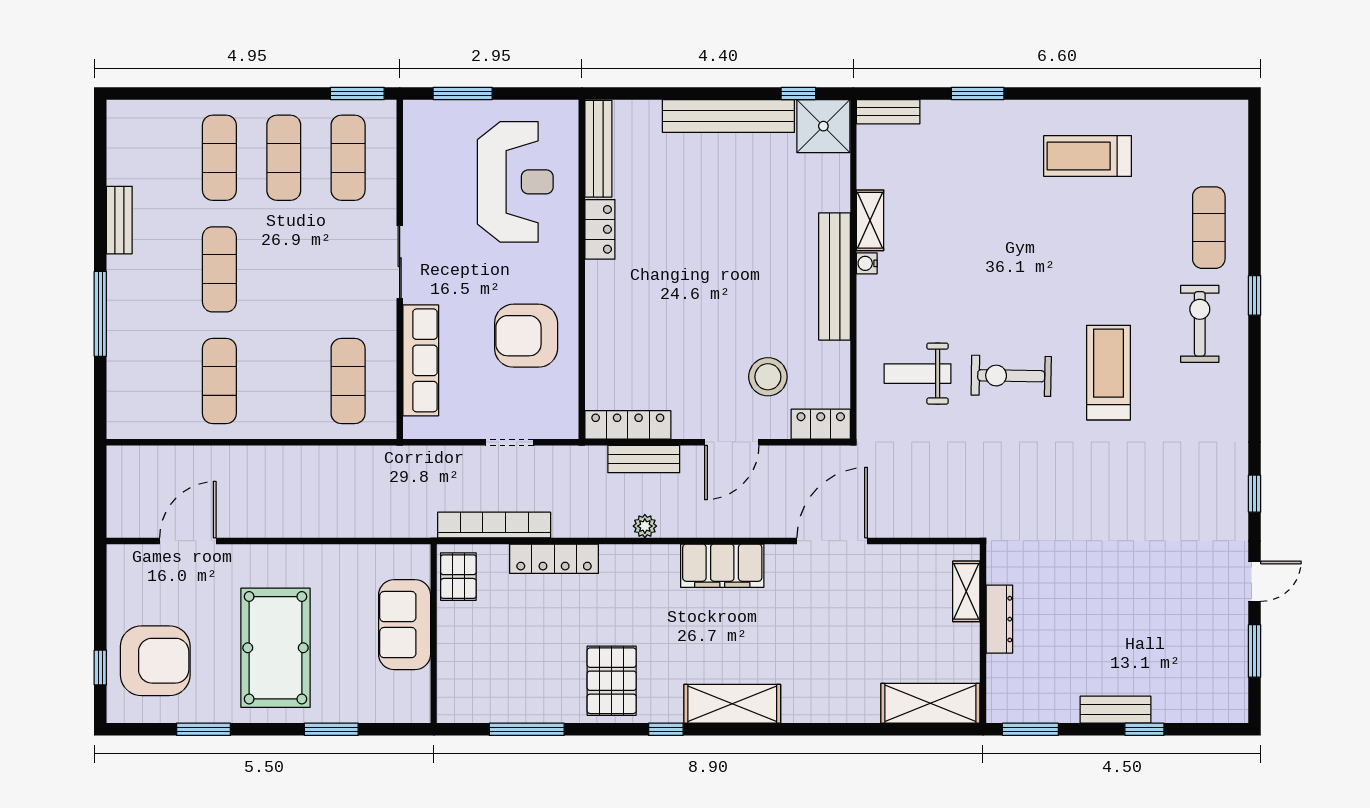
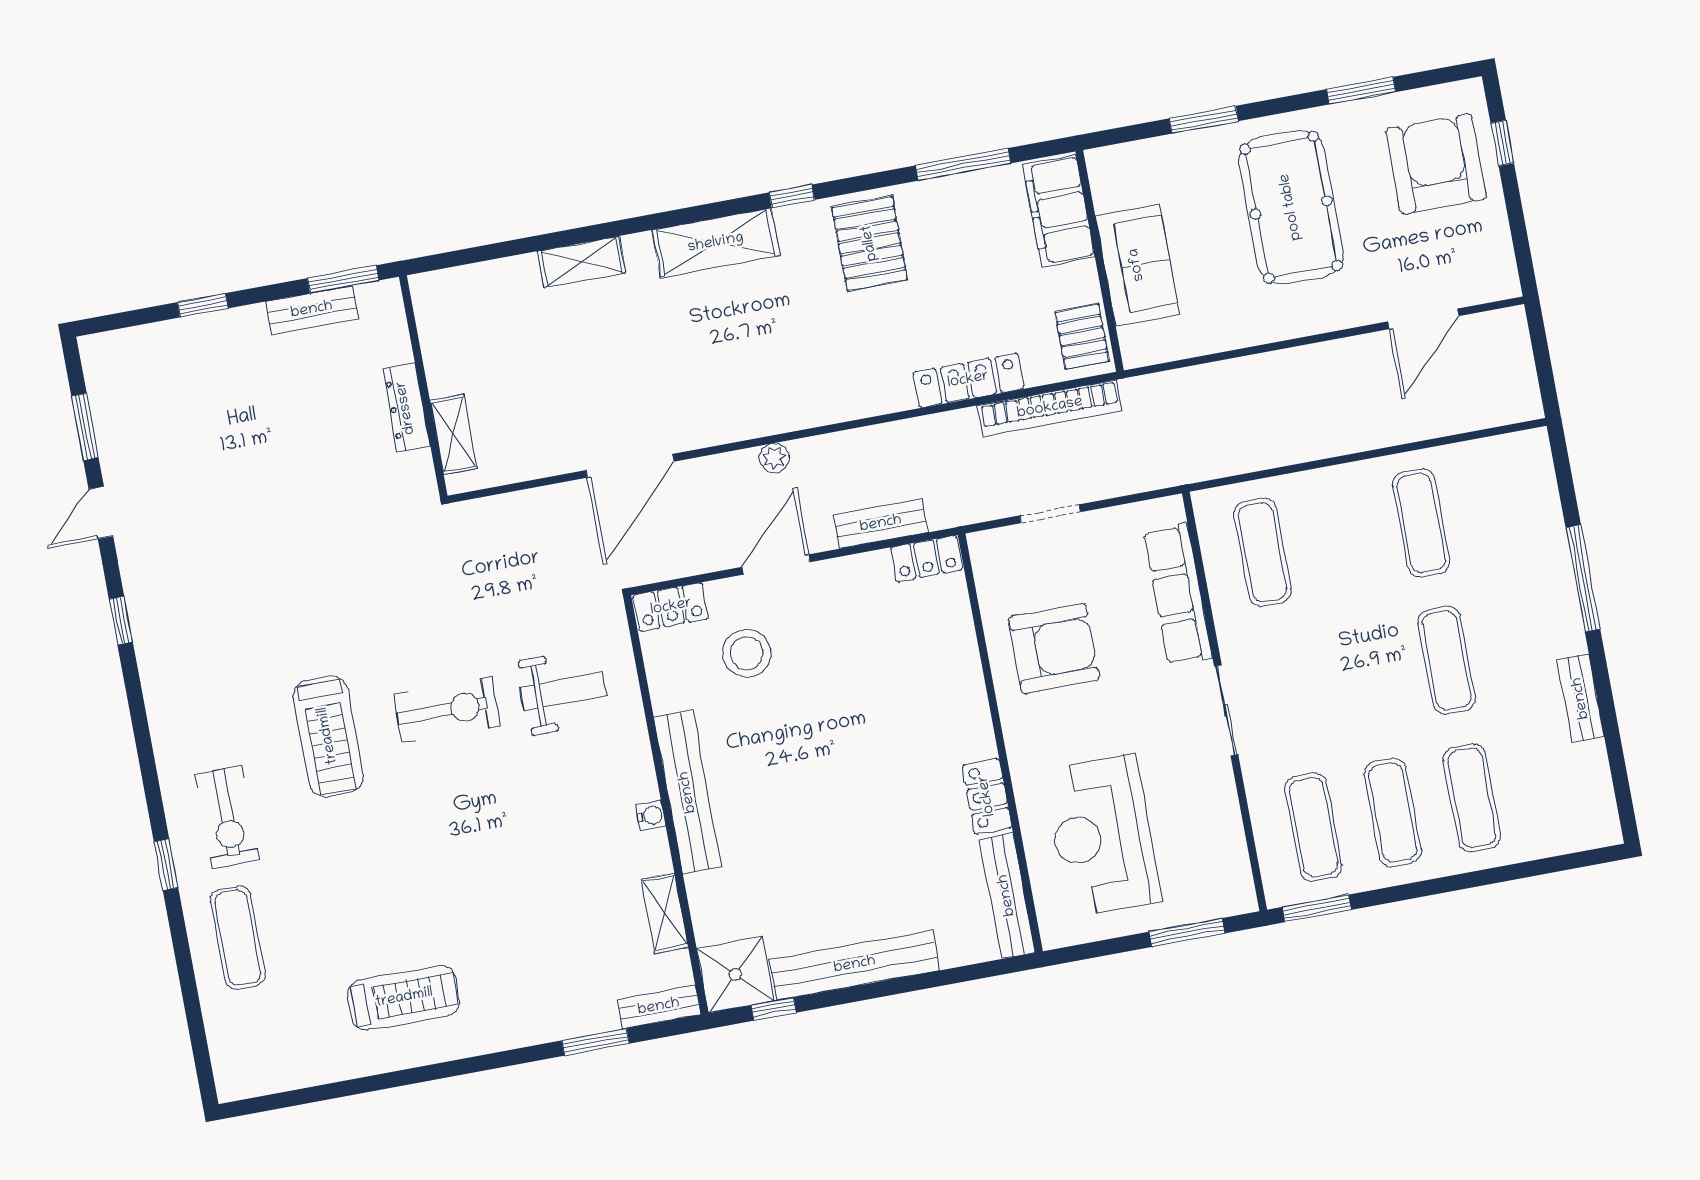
window: (978, 93) -> (595, 1042), moved
shelving: (870, 220) -> (665, 913), moved
locker: (628, 425) -> (926, 559), width x0.66
plant: (645, 526) -> (774, 458), moved
filing cabinet: (722, 566) -> (1059, 211), moved, turned -90
armchair: (155, 661) -> (1436, 164), turned 90
shelving: (930, 703) -> (582, 262), moved, width x0.67, depth x0.75
bench: (1116, 710) -> (312, 310), moved

